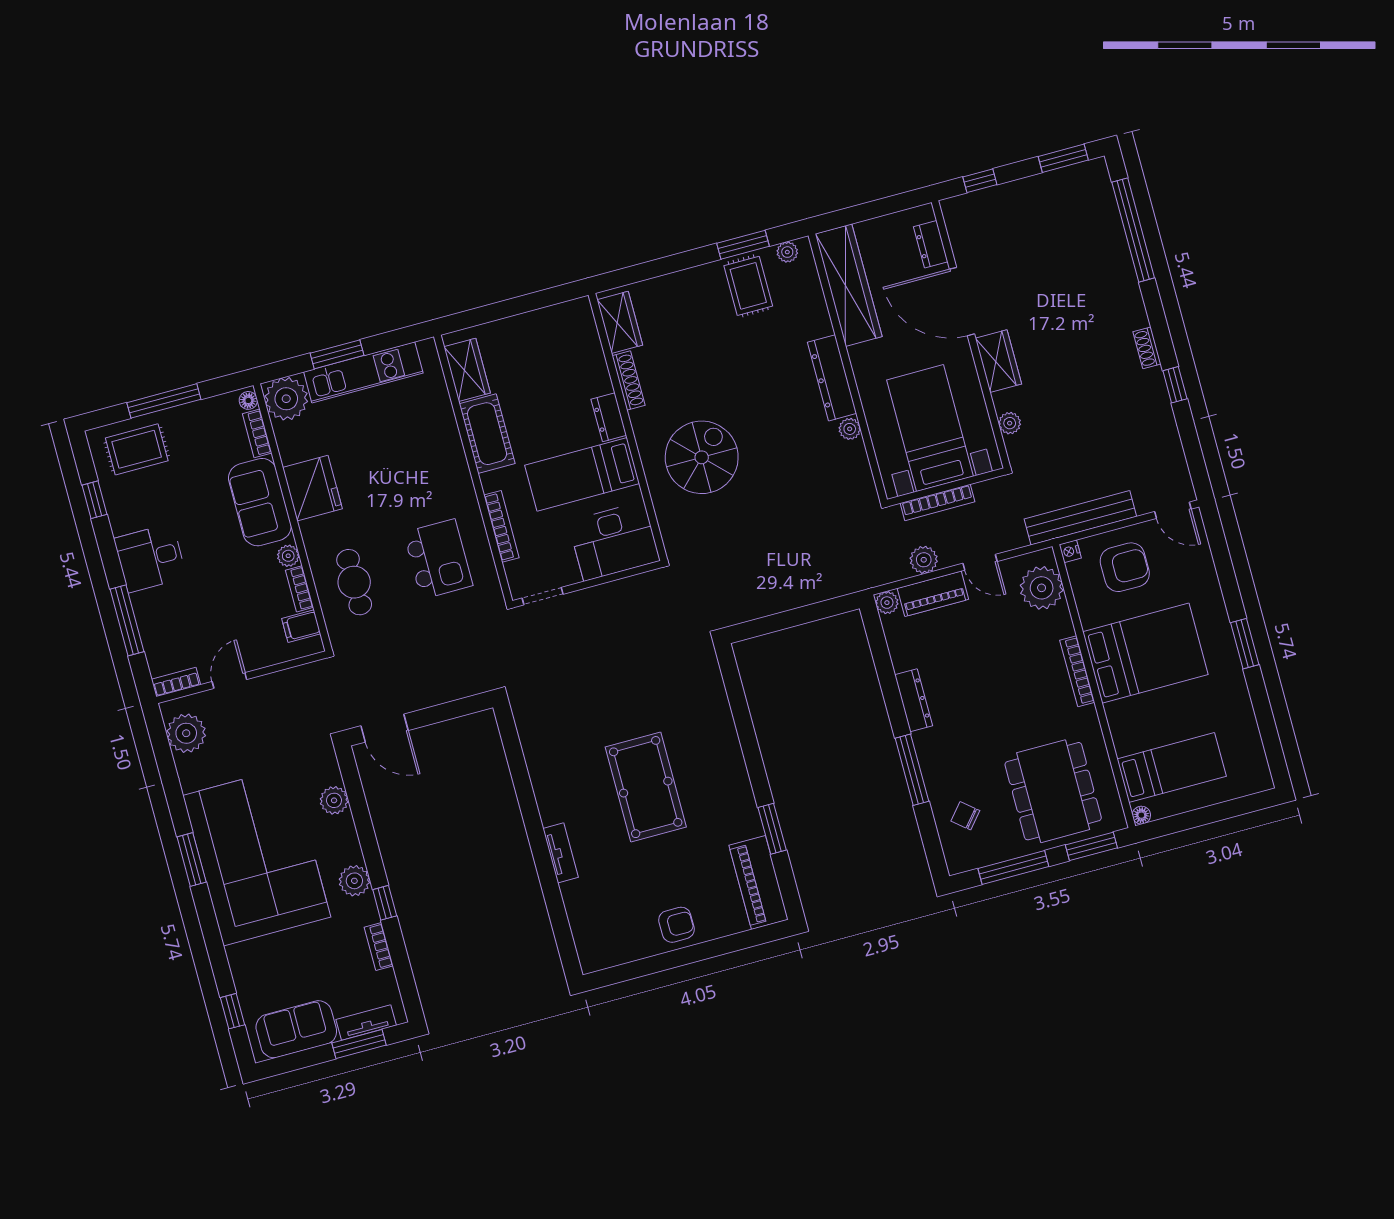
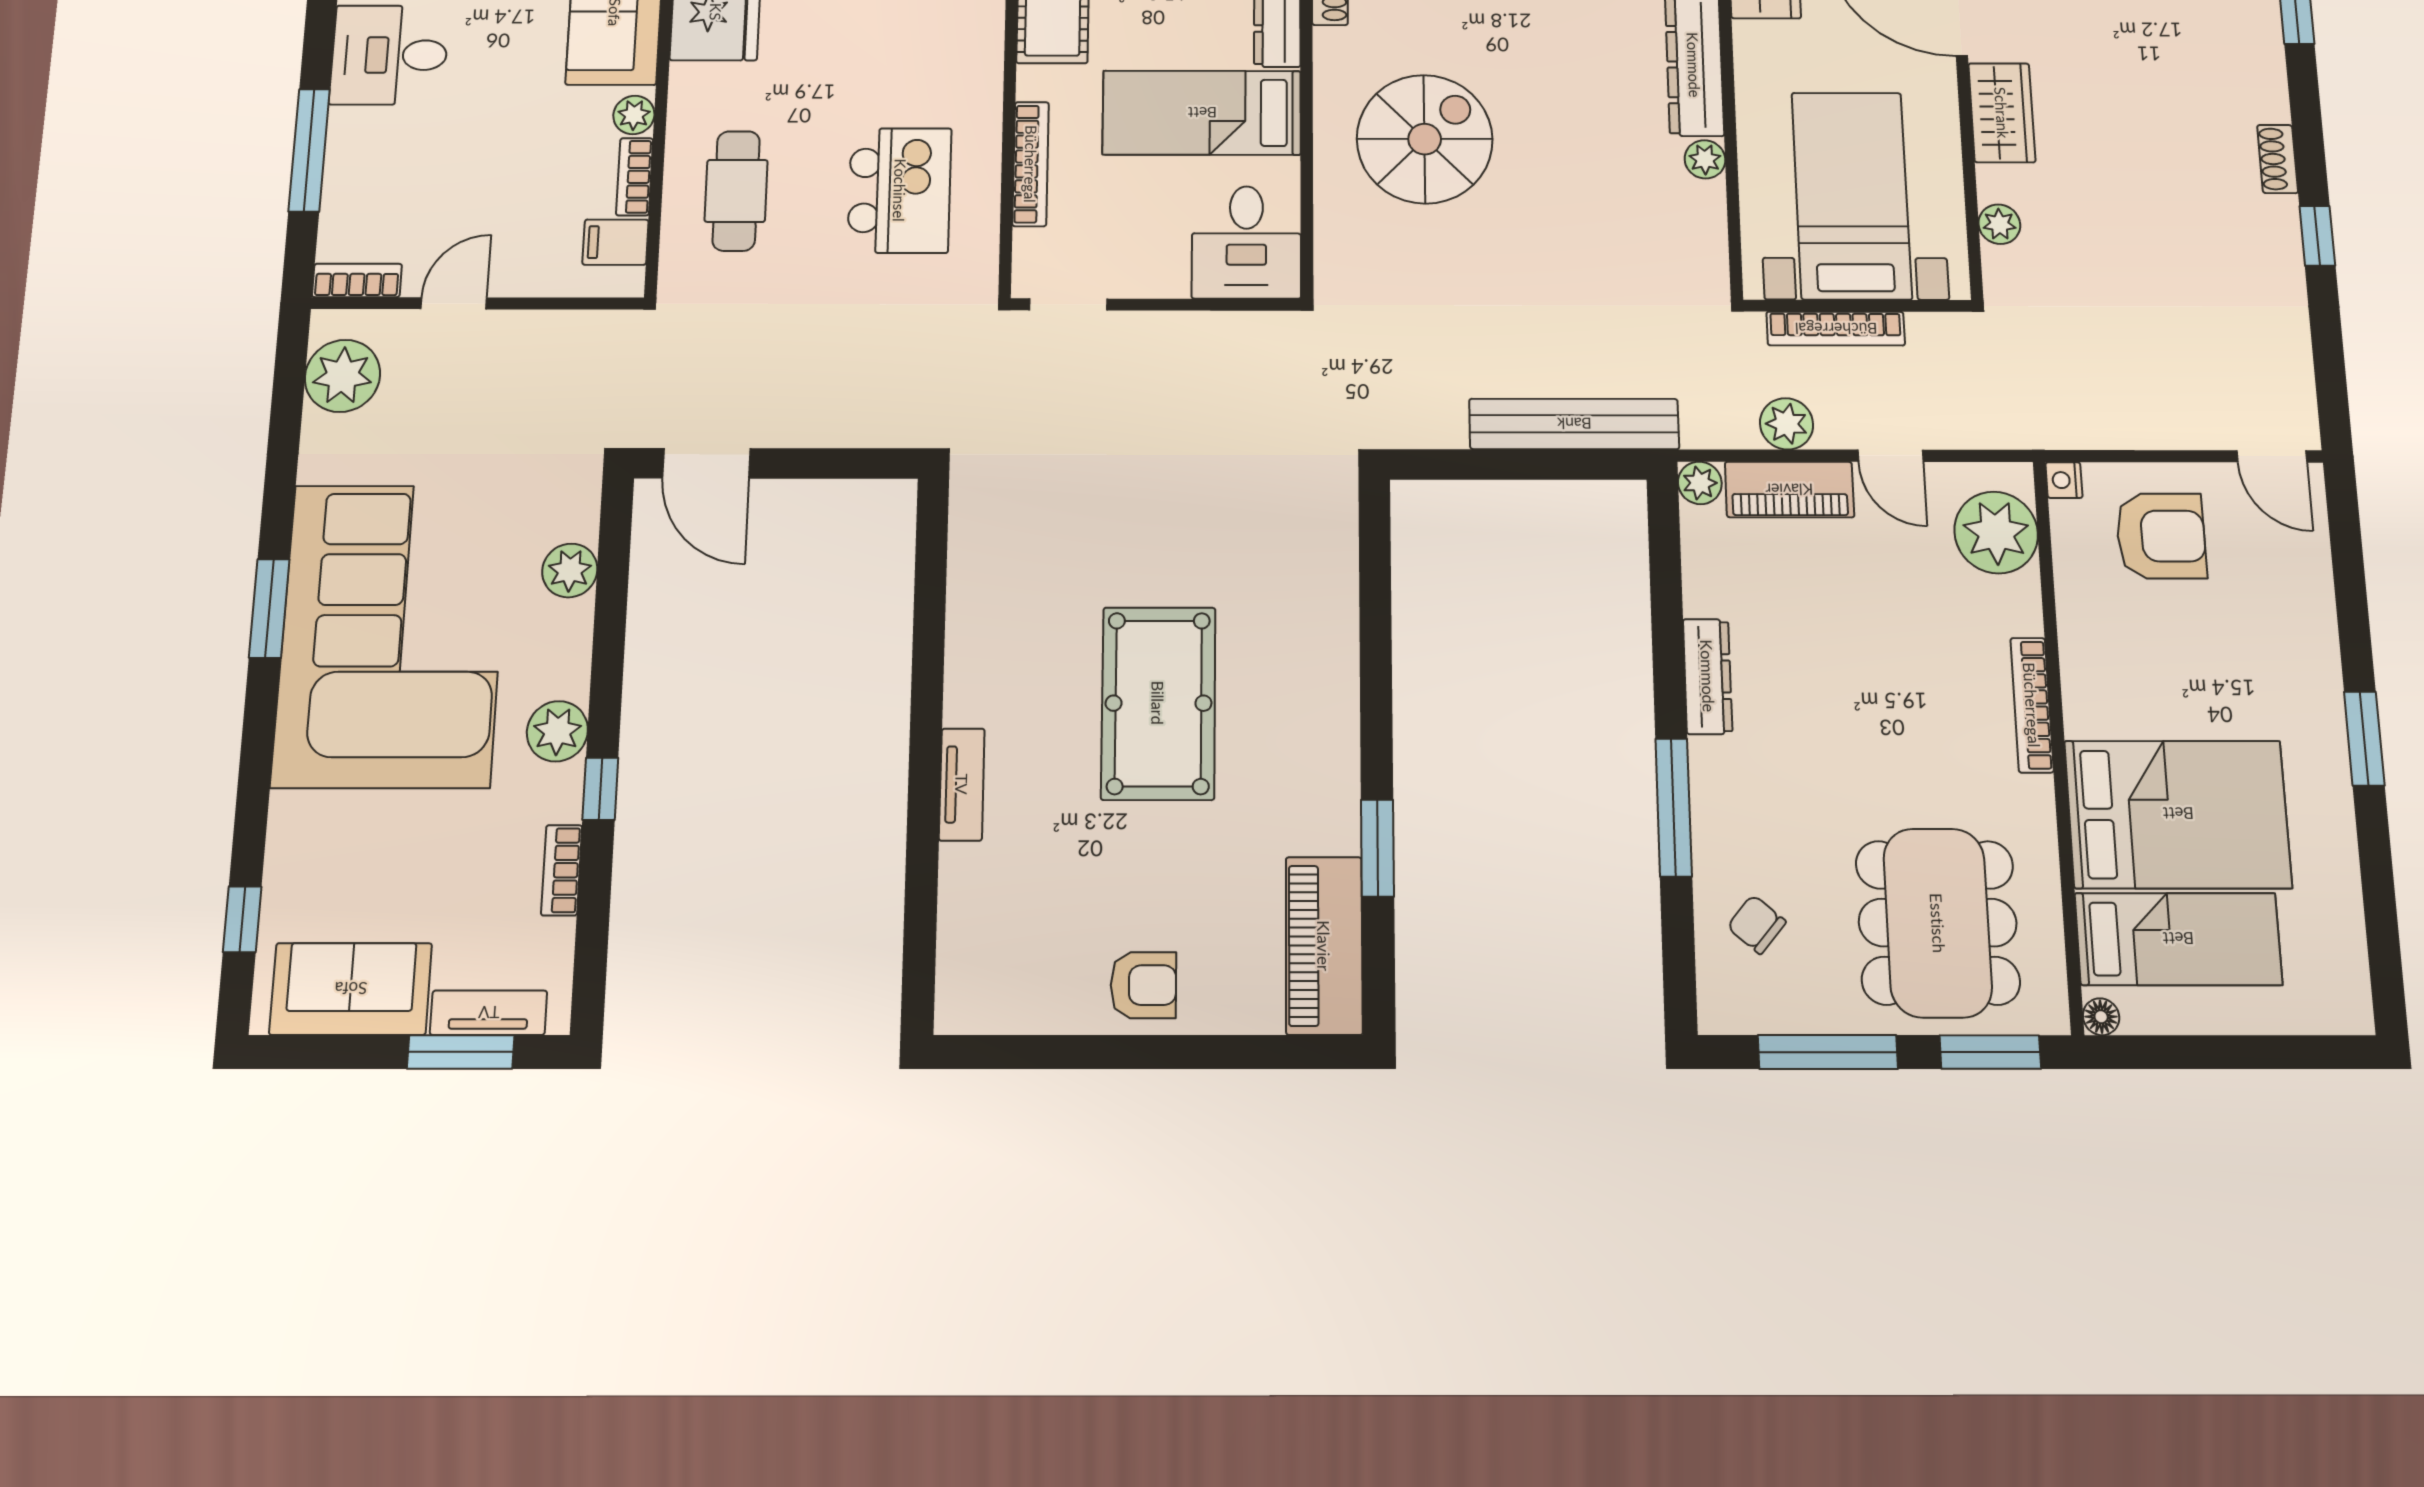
bench: (1080, 518) -> (1574, 424), moved
desk: (614, 541) -> (1246, 242), width x0.73
bed: (1145, 653) -> (2178, 814), moved

